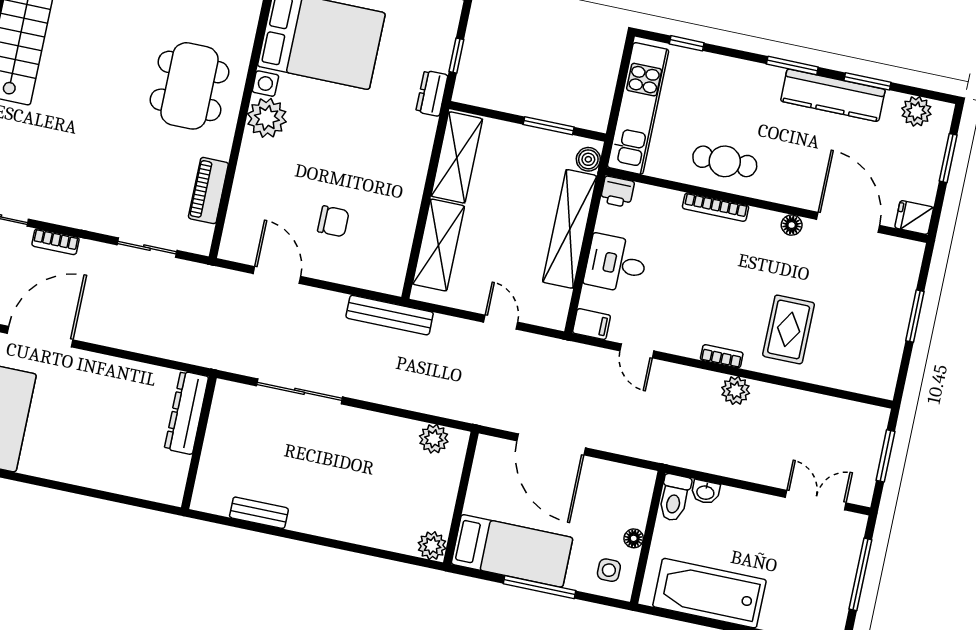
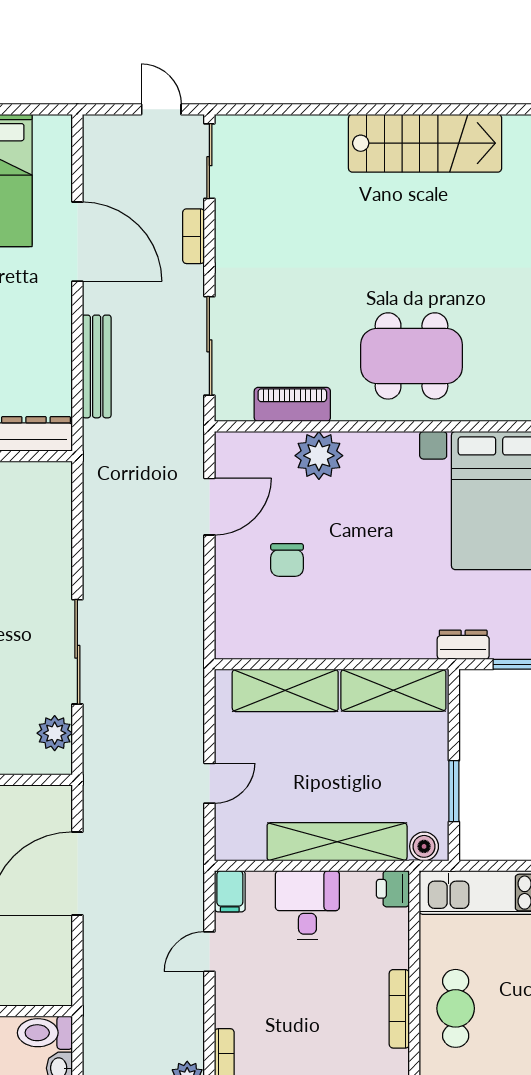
plant: (267, 118) -> (319, 456), moved
sliding door: (147, 248) -> (209, 346), width x1.37
bench: (390, 315) -> (97, 366), moved
sliding door: (299, 391) -> (77, 652), moved

